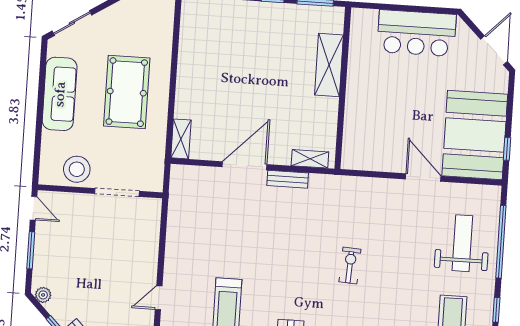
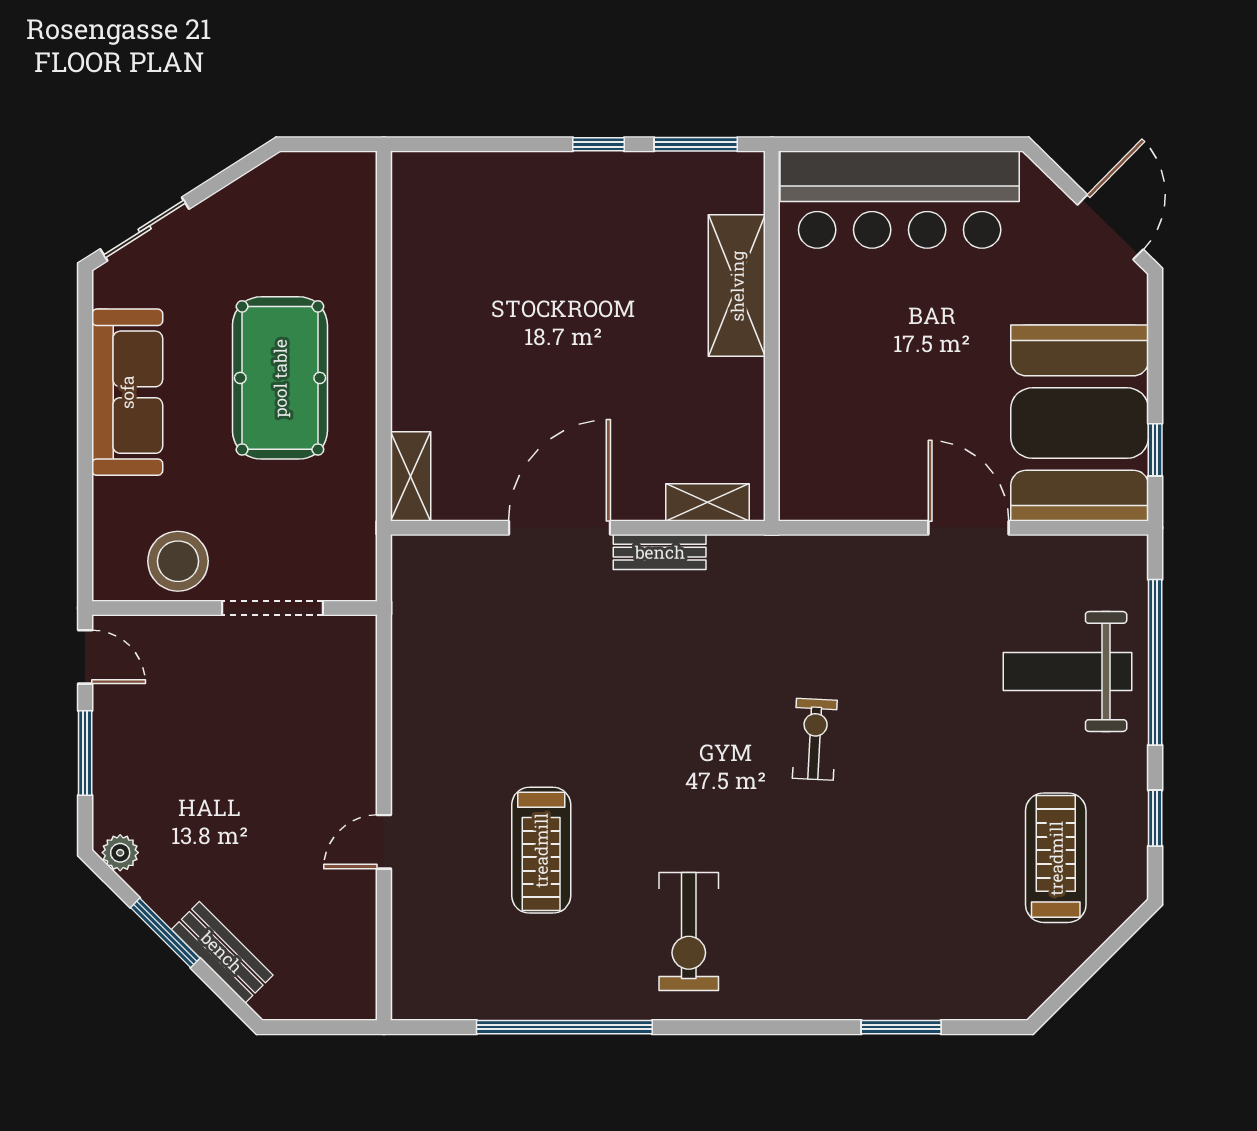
bar counter: (417, 33) -> (900, 200), width x1.36
weight bench: (462, 243) -> (1068, 671), turned -90

